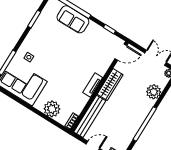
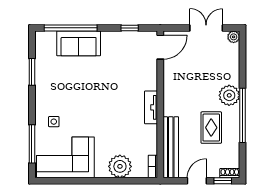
wardrobe: (110, 84) -> (172, 94), removed
plant: (154, 92) -> (229, 95), moved
rug: (121, 120) -> (211, 128), added

